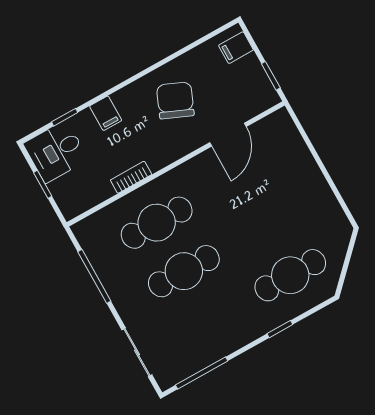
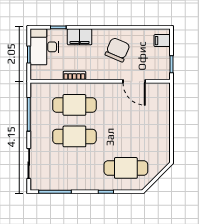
filing cabinet: (106, 113) -> (80, 37), width x2.00
door: (228, 135) -> (134, 81), hinge flipped
desk: (56, 152) -> (44, 47), width x1.37

